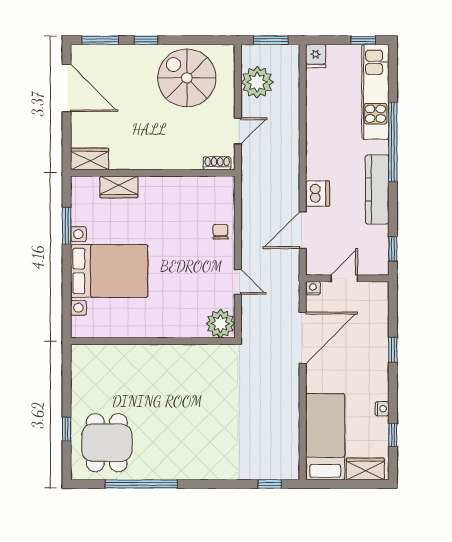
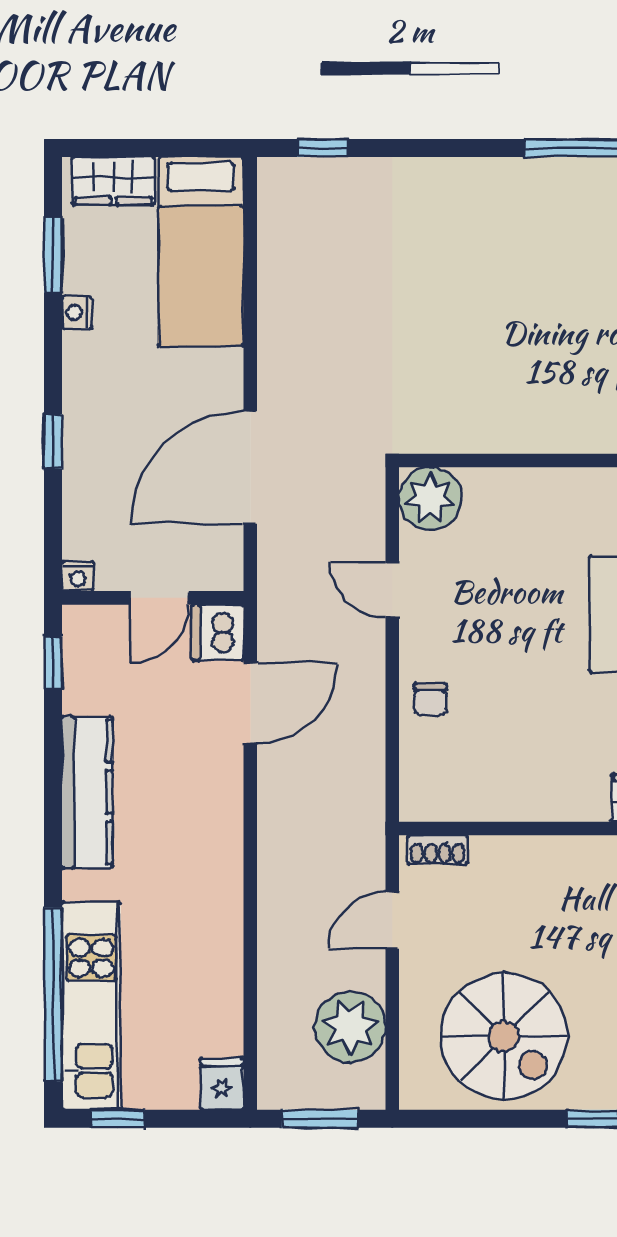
window: (393, 142) -> (53, 995), moved
dishwasher: (318, 193) -> (218, 632), moved
nightstand: (313, 288) -> (78, 576), moved
window: (393, 435) -> (53, 255), width x1.50

